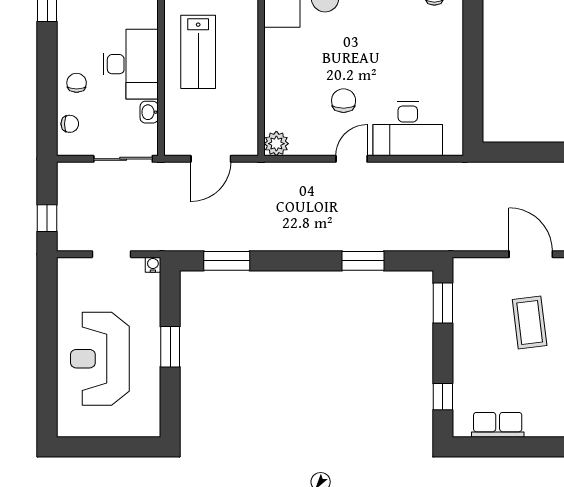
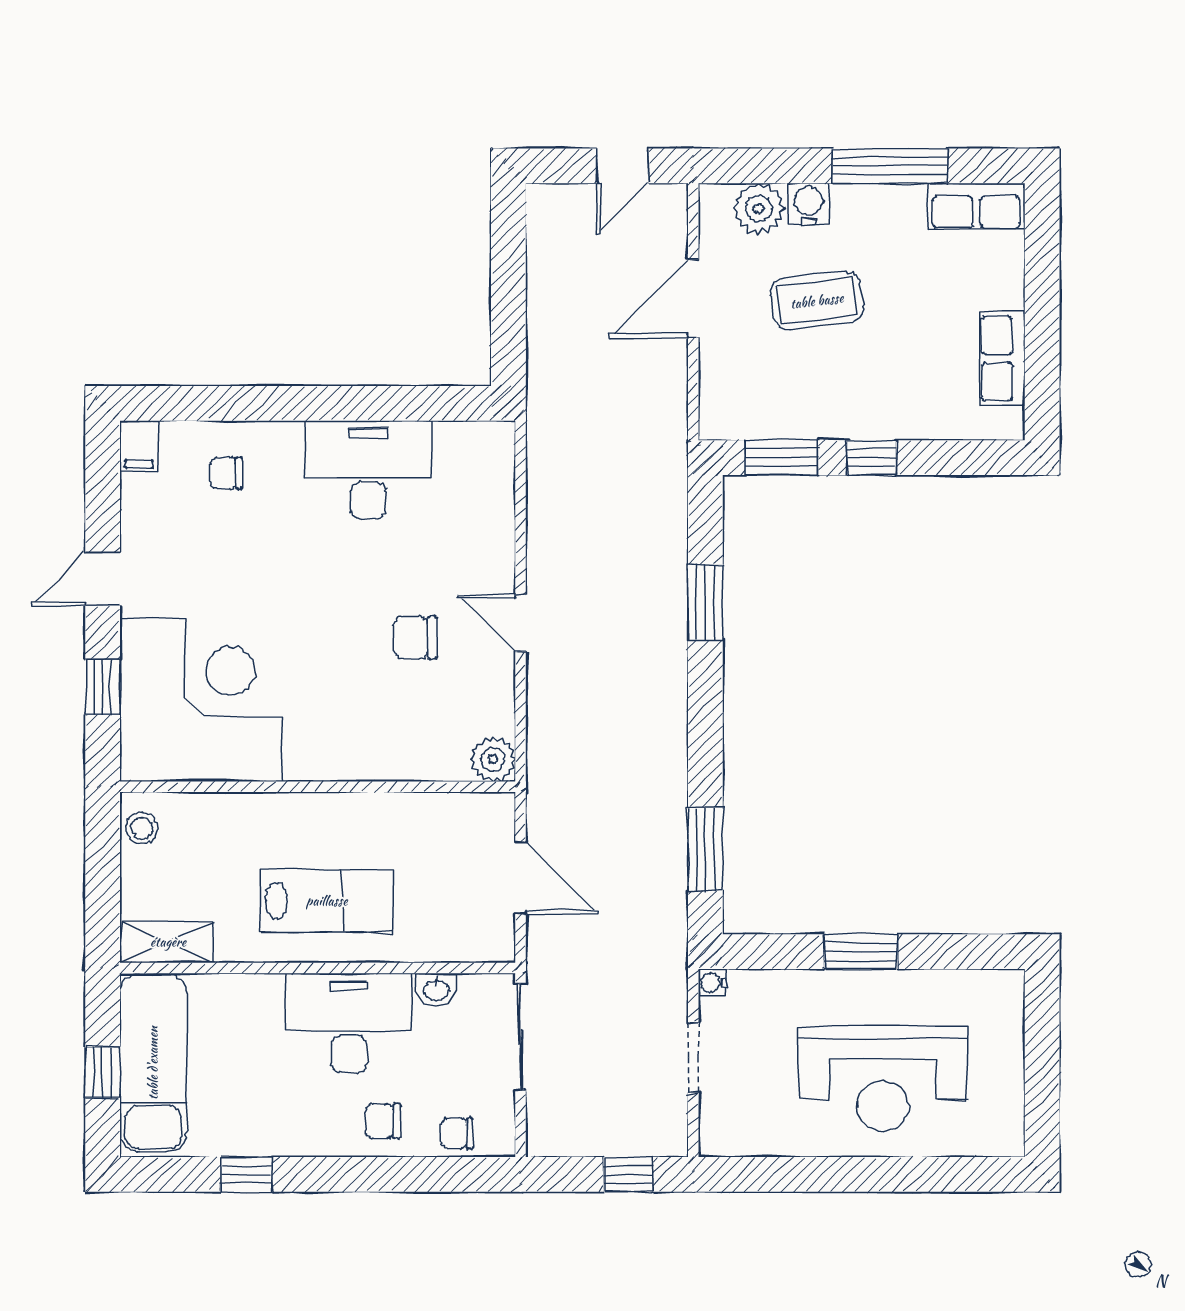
chair: (70, 124) -> (457, 1133), turned -91
desk: (408, 129) -> (368, 470), moved, turned -90
window: (443, 397) -> (872, 458), moved

